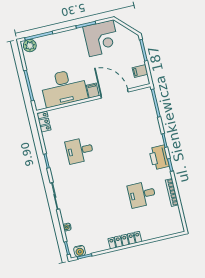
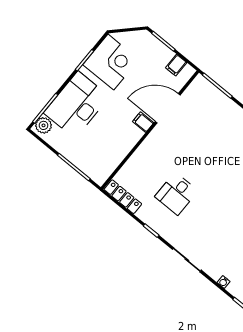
desk: (64, 88) -> (77, 105), moved, turned 180
locker: (44, 122) -> (123, 197), width x1.53

